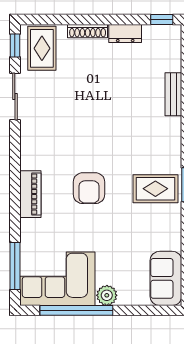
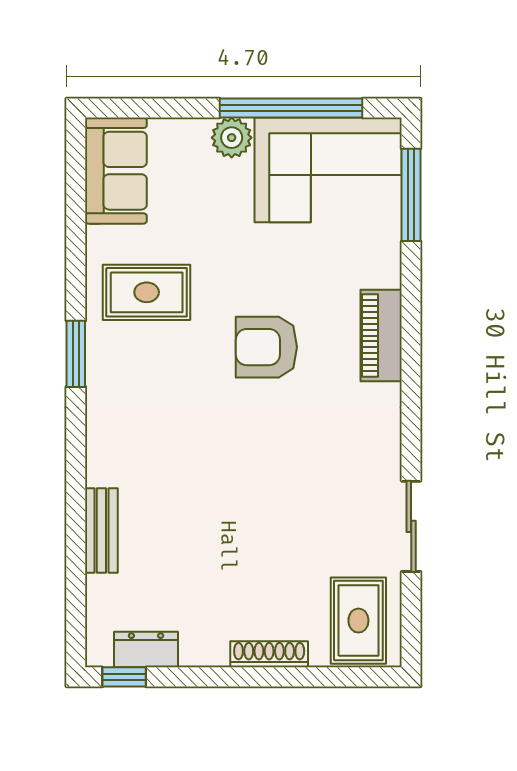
dresser: (125, 33) -> (146, 650), moved
window: (15, 46) -> (411, 626), removed
armchair: (89, 188) -> (266, 347), turned -90
rug: (155, 189) -> (147, 292), moved

